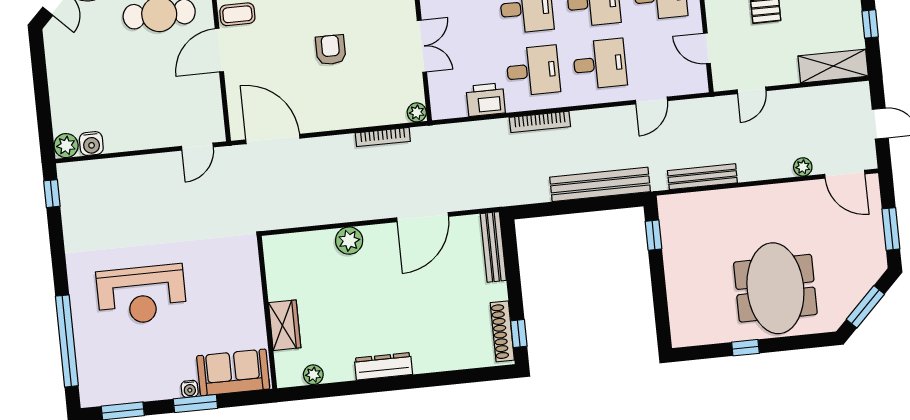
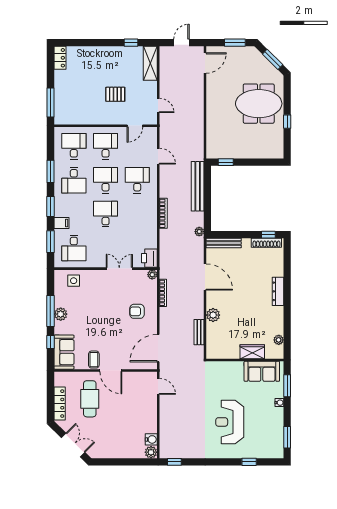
armchair: (331, 50) -> (137, 311), moved
desk: (533, 71) -> (137, 214), removed
printer: (486, 100) -> (149, 258), moved
plant: (803, 167) -> (199, 232), moved
bench: (702, 177) -> (199, 332), moved, width x0.73
reception desk: (142, 295) -> (230, 422), turned 180
window: (67, 341) -> (249, 462), width x0.32
dresser: (383, 366) -> (278, 291), moved
sofa: (233, 372) -> (262, 371), moved, turned -90
window: (195, 404) -> (287, 386), moved

